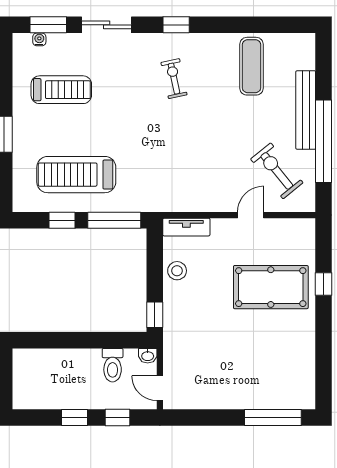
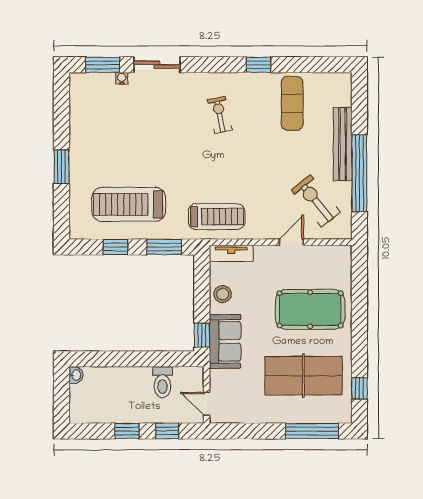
window: (176, 25) -> (258, 65), moved
water cooler: (39, 39) -> (122, 78), moved
treadmill: (61, 90) -> (216, 217), moved
window: (114, 220) -> (164, 247), width x0.69
window: (324, 284) -> (359, 388), moved
sofa: (180, 321) -> (225, 341), added
washbasin: (148, 356) -> (76, 375), moved, turned -90
table tennis table: (264, 358) -> (303, 376), added

